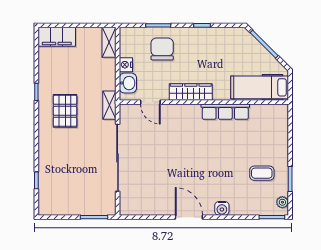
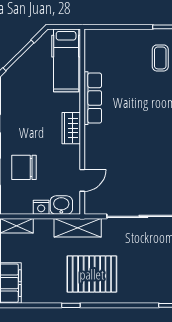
wardrobe: (191, 92) -> (71, 128), width x0.67
shelving: (109, 105) -> (78, 228), width x1.50, depth x1.33
pallet: (65, 111) -> (92, 274), width x1.37, depth x1.41

